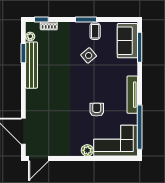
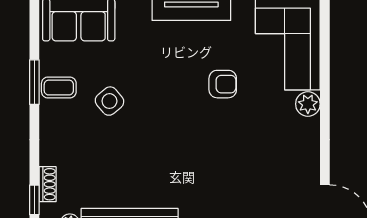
window: (86, 20) -> (34, 82), moved
armchair: (97, 110) -> (223, 84), turned 180

